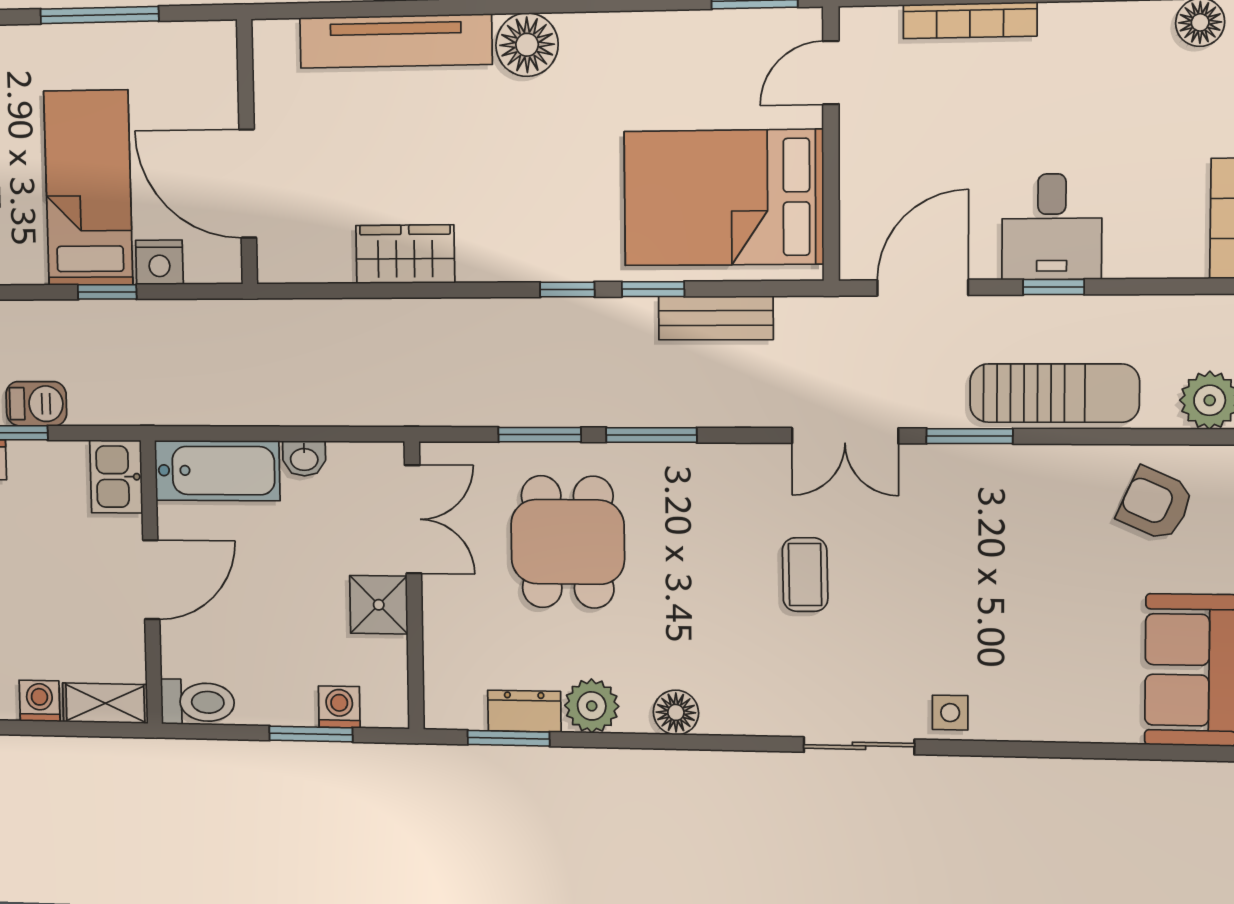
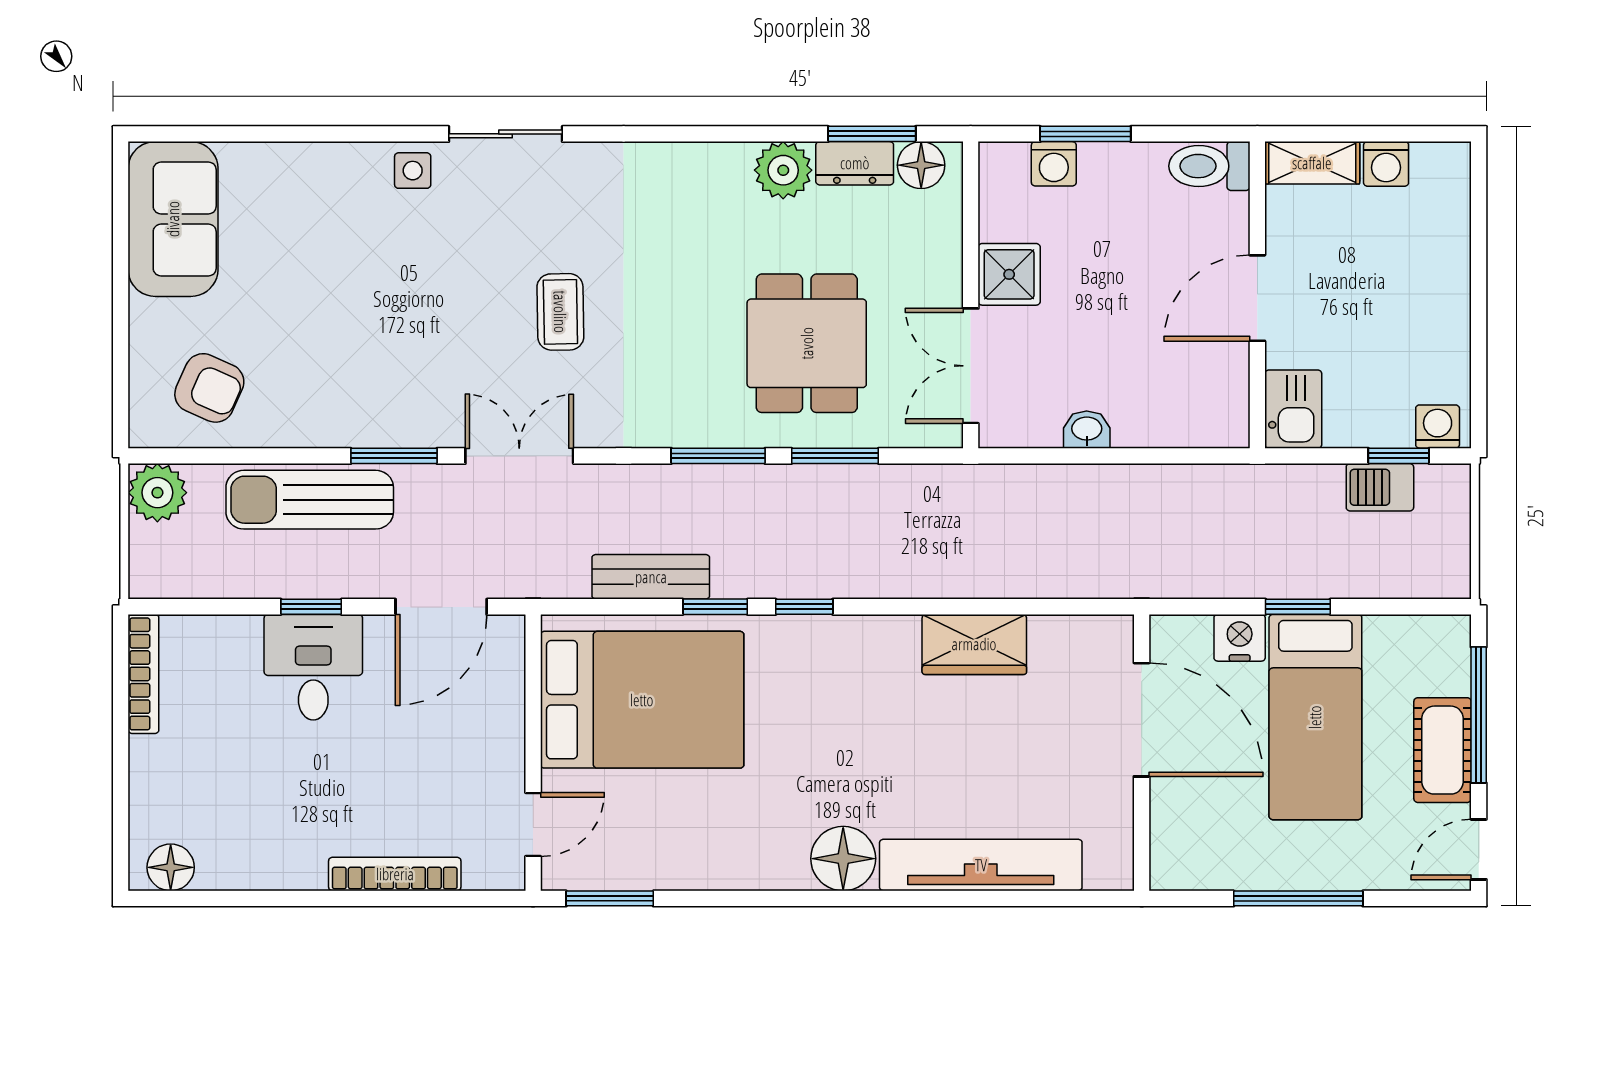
bathtub: (217, 471) -> (1182, 416), removed
floor lamp: (676, 712) -> (921, 165), moved

